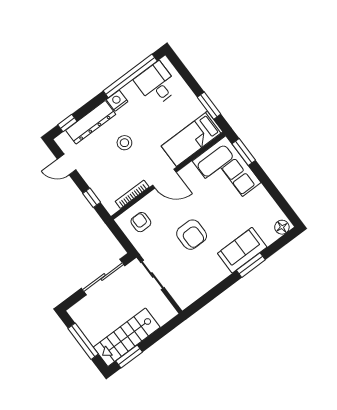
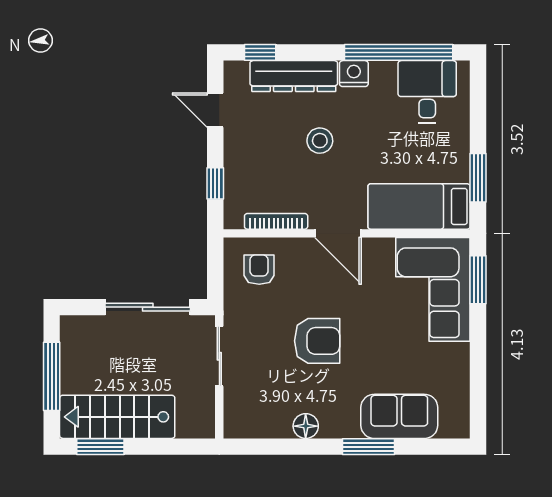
floor lamp: (282, 227) -> (306, 426), moved
armchair: (192, 235) -> (317, 341), turned -90
sofa: (242, 250) -> (399, 416), moved

